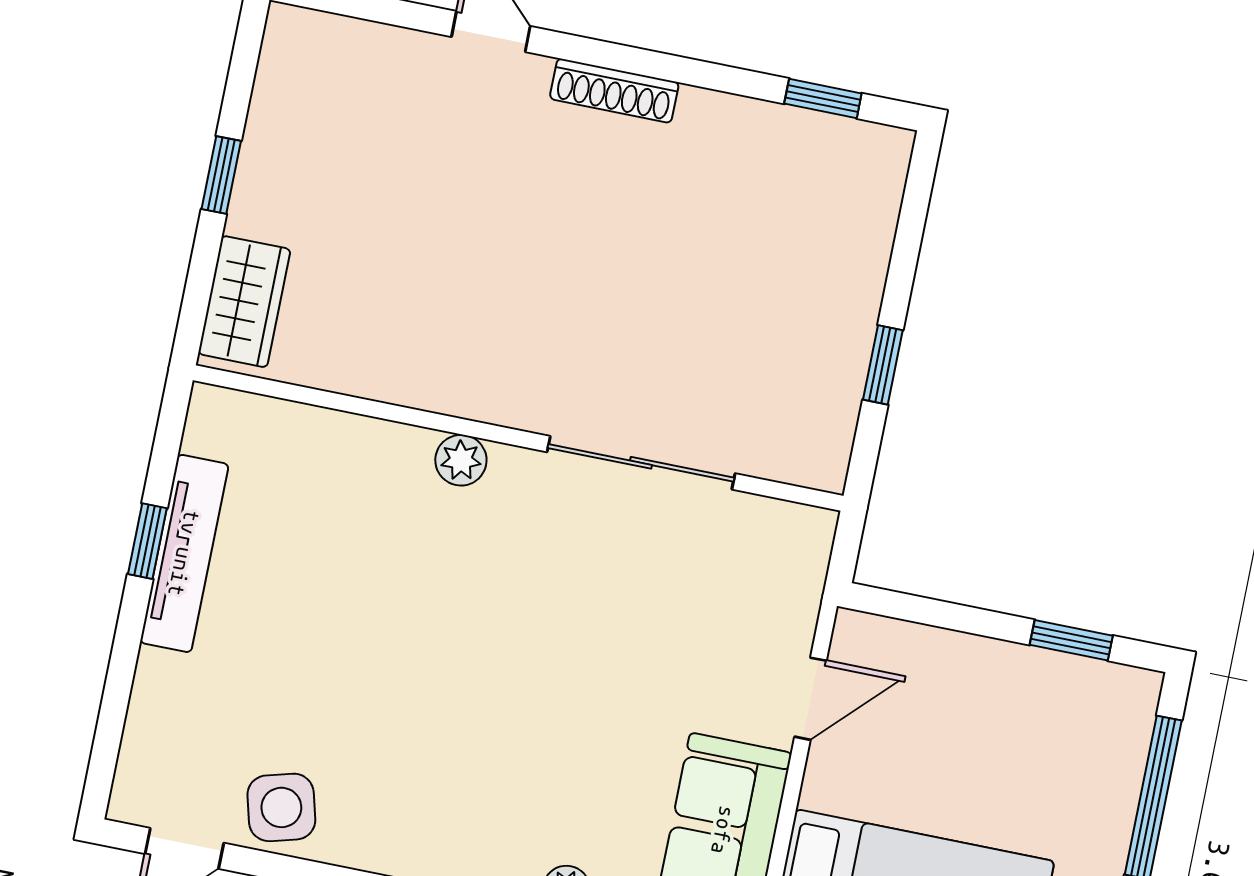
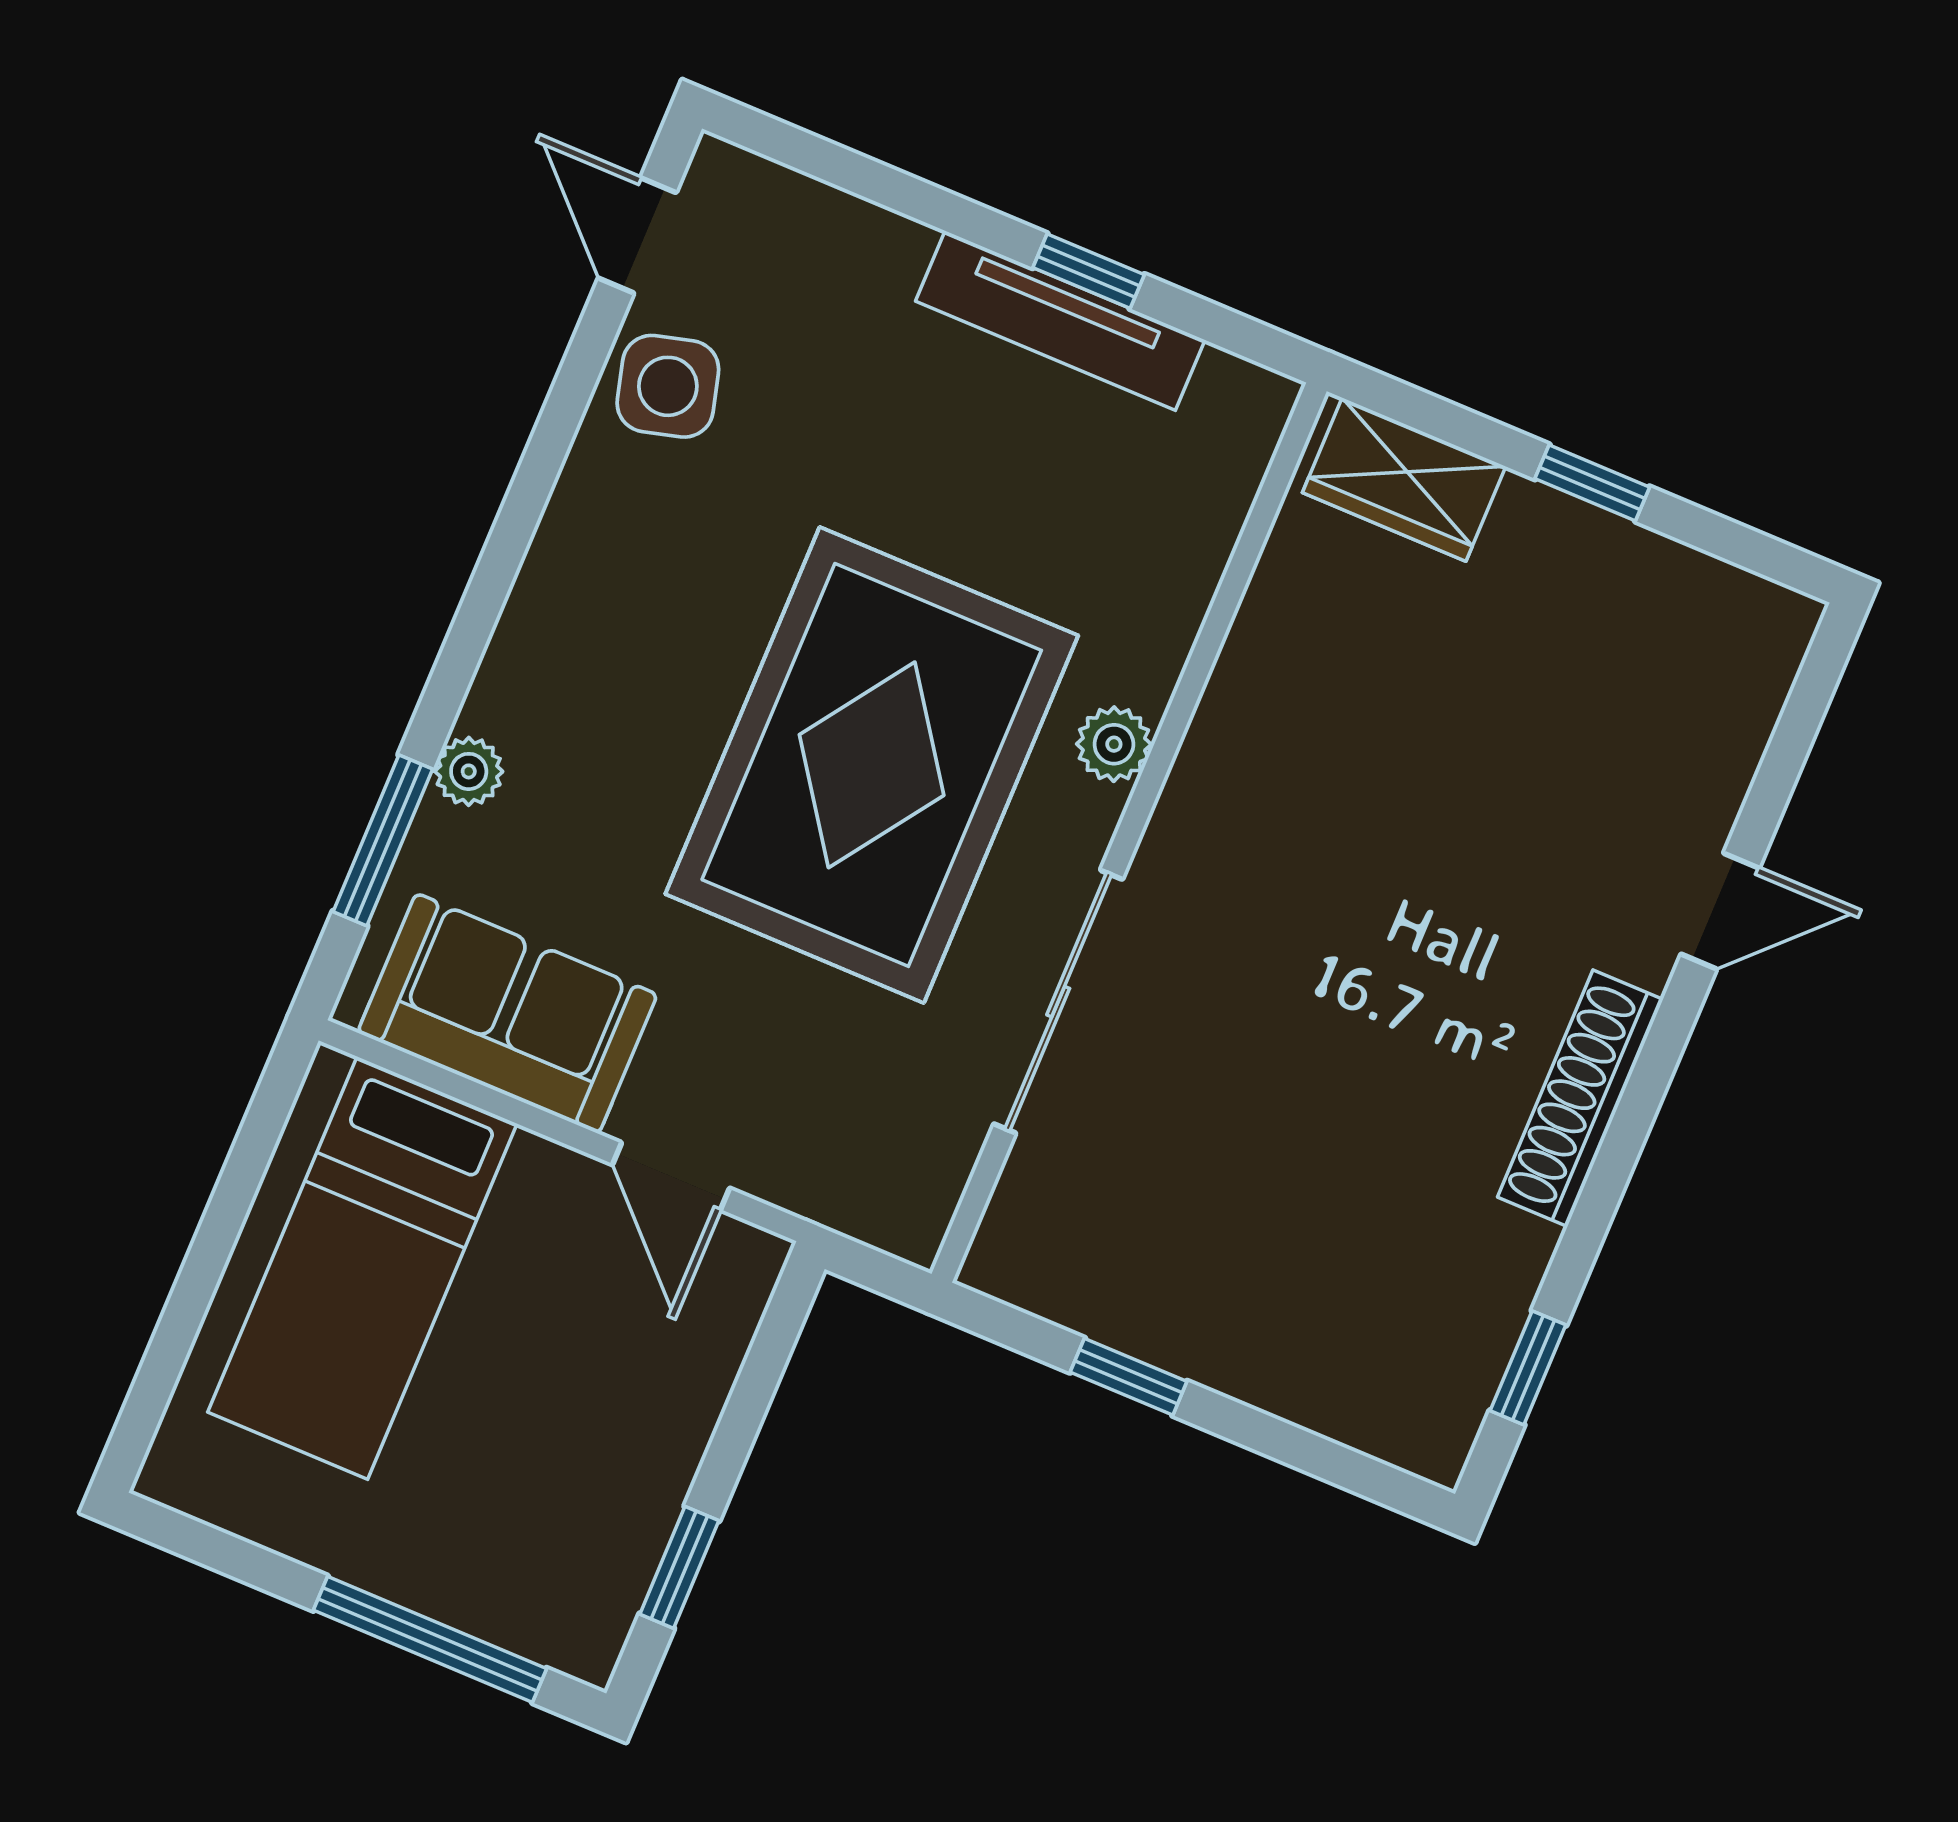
shoe rack: (614, 91) -> (1580, 1098), width x1.36, depth x1.24
rug: (508, 620) -> (872, 765), added

